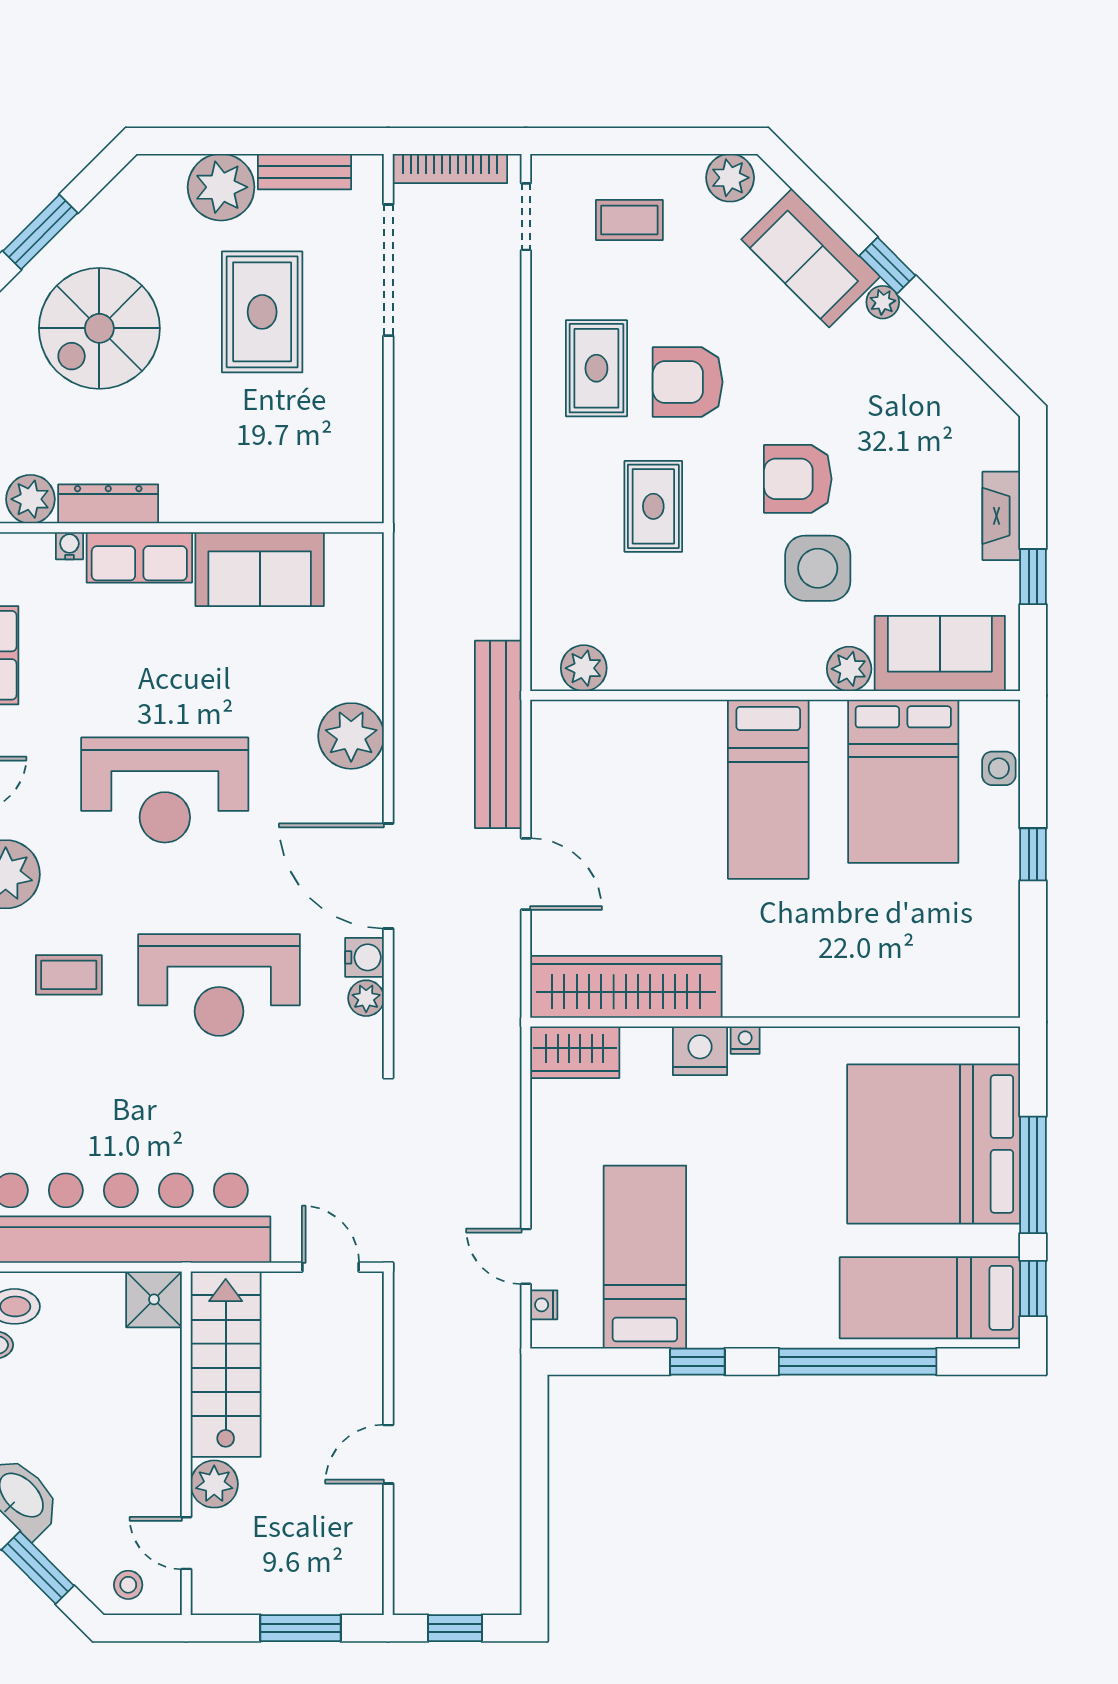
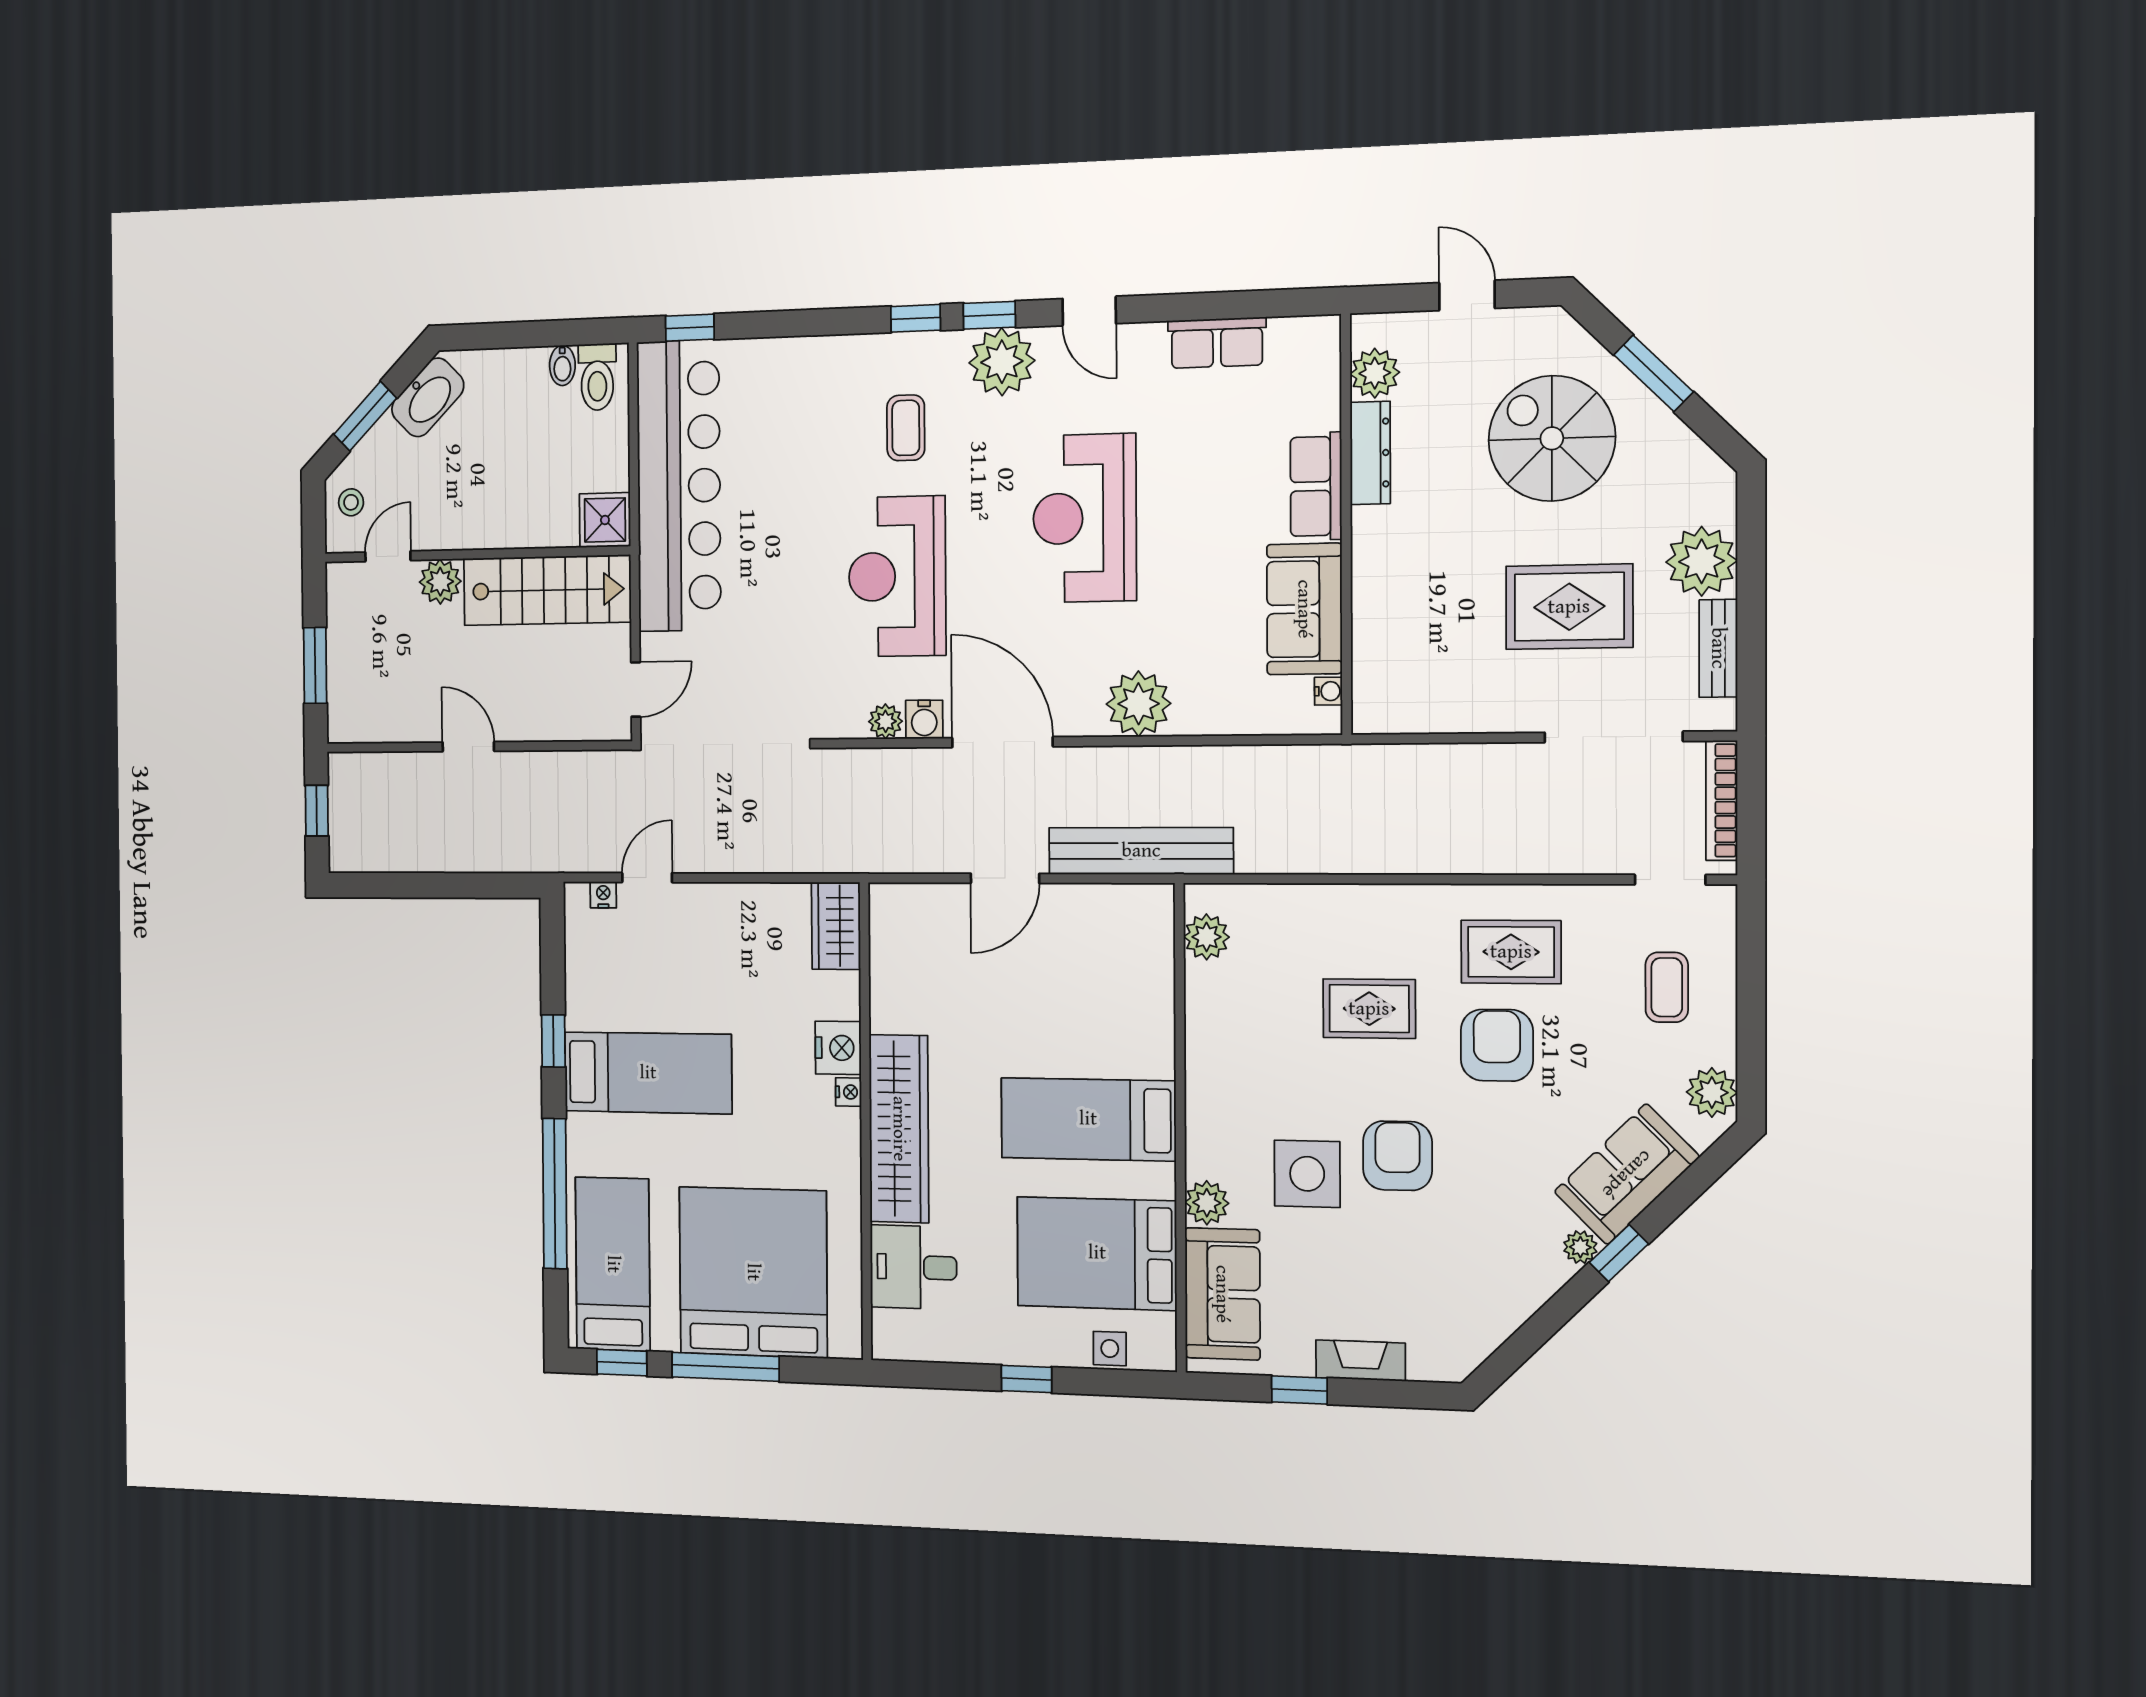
water cooler: (69, 546) -> (1328, 691), moved
door: (388, 876) -> (1002, 742), hinge flipped
desk: (923, 972) -> (913, 1267), added
wardrobe: (626, 987) -> (899, 1129), moved
bed: (645, 1257) -> (648, 1073), moved

